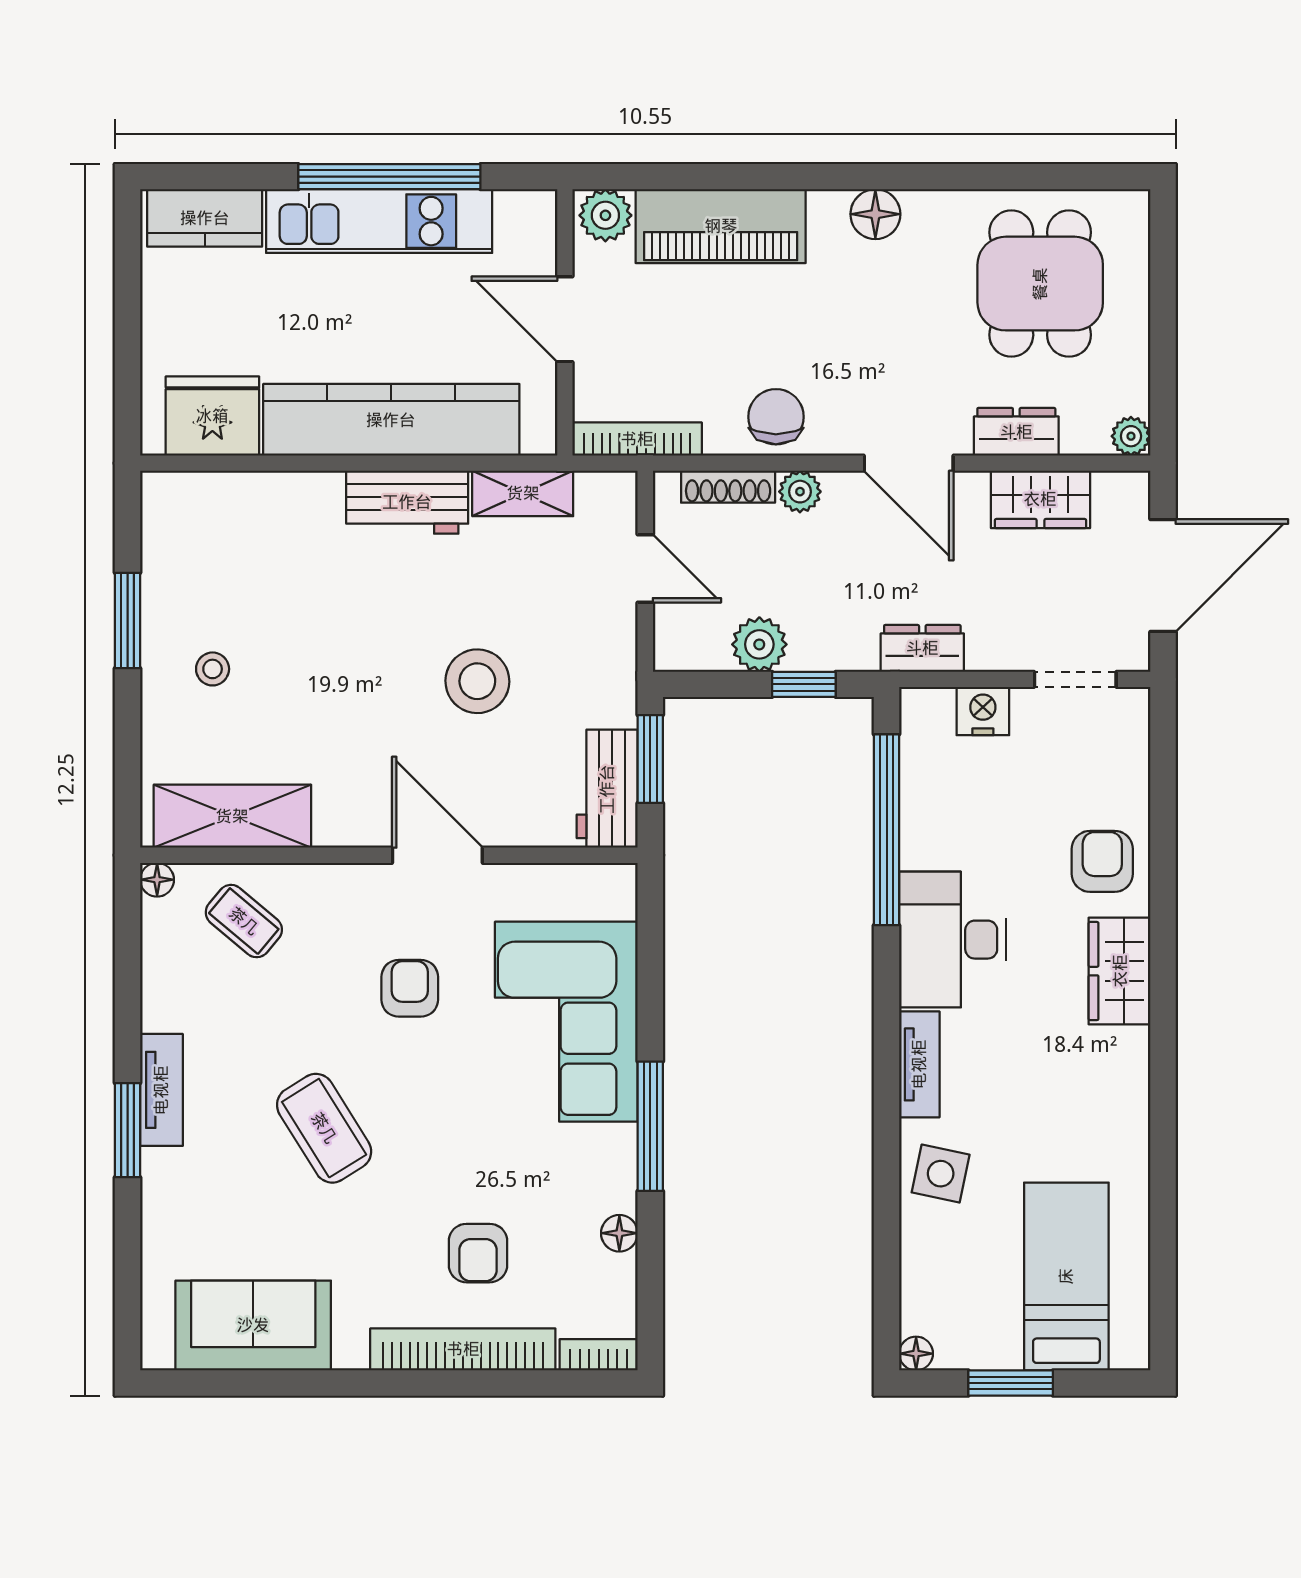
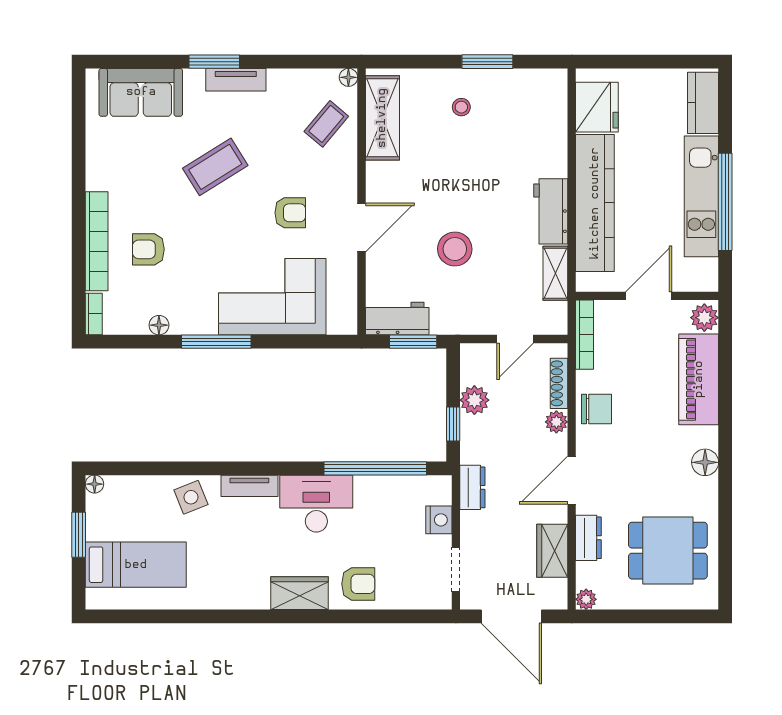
side table: (941, 1174) -> (191, 497), turned -34
sofa: (253, 1325) -> (141, 92), moved, turned 90

